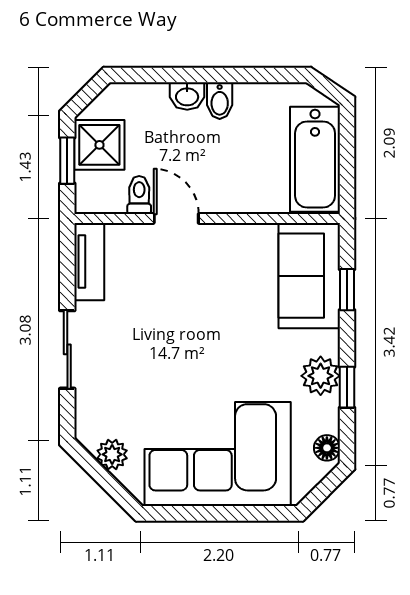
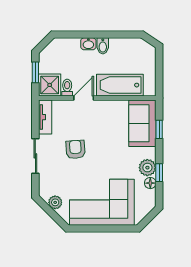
shower: (99, 145) -> (50, 85), moved
bathtub: (315, 159) -> (120, 85), moved, turned 90
door: (176, 218) -> (84, 98), hinge flipped
armchair: (158, 335) -> (76, 149), added
floor lamp: (327, 448) -> (150, 183), moved

